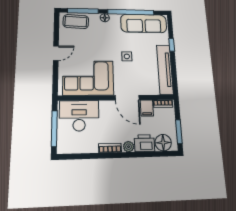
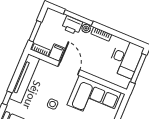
desk: (79, 116) -> (126, 58), moved, turned -90
window: (179, 132) -> (35, 31), moved
floor lamp: (163, 143) -> (57, 19), removed
window: (142, 154) -> (78, 18), added

